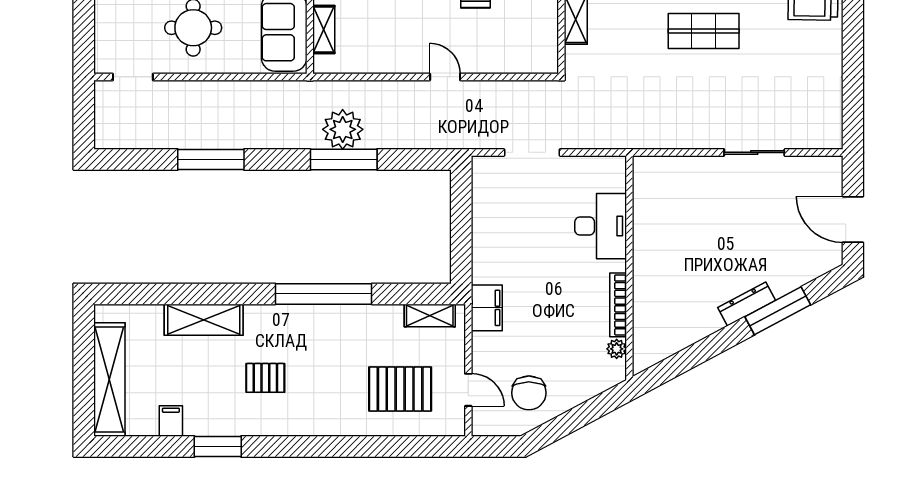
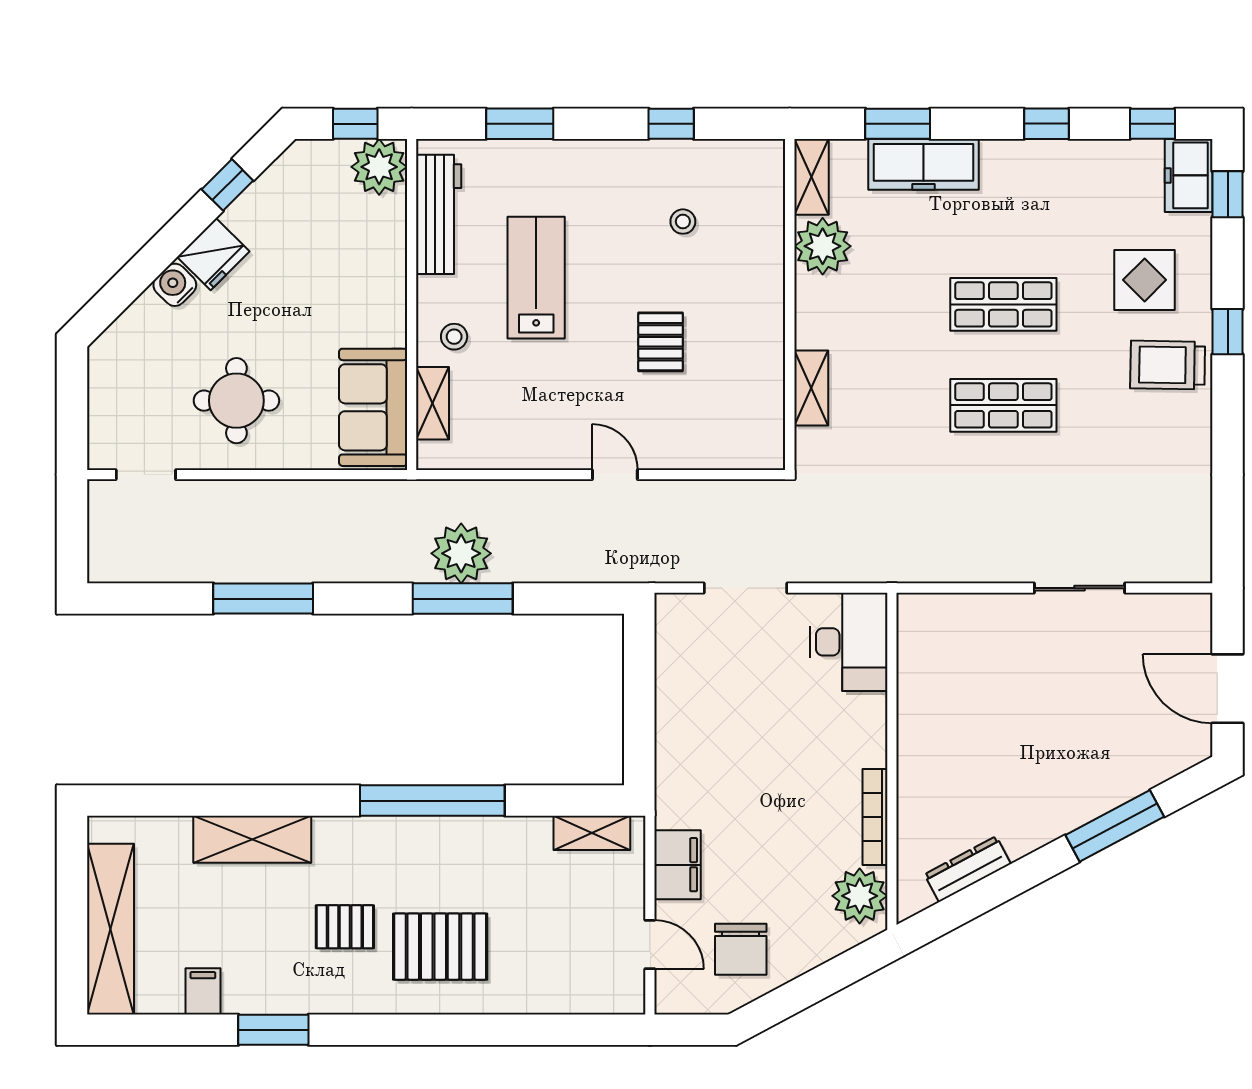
desk: (601, 226) -> (849, 642), moved
dresser: (747, 304) -> (968, 869), moved
filing cabinet: (487, 308) -> (677, 865), moved
plant: (617, 349) -> (860, 896), width x1.88, depth x1.88
pallet: (400, 389) -> (440, 947), moved

